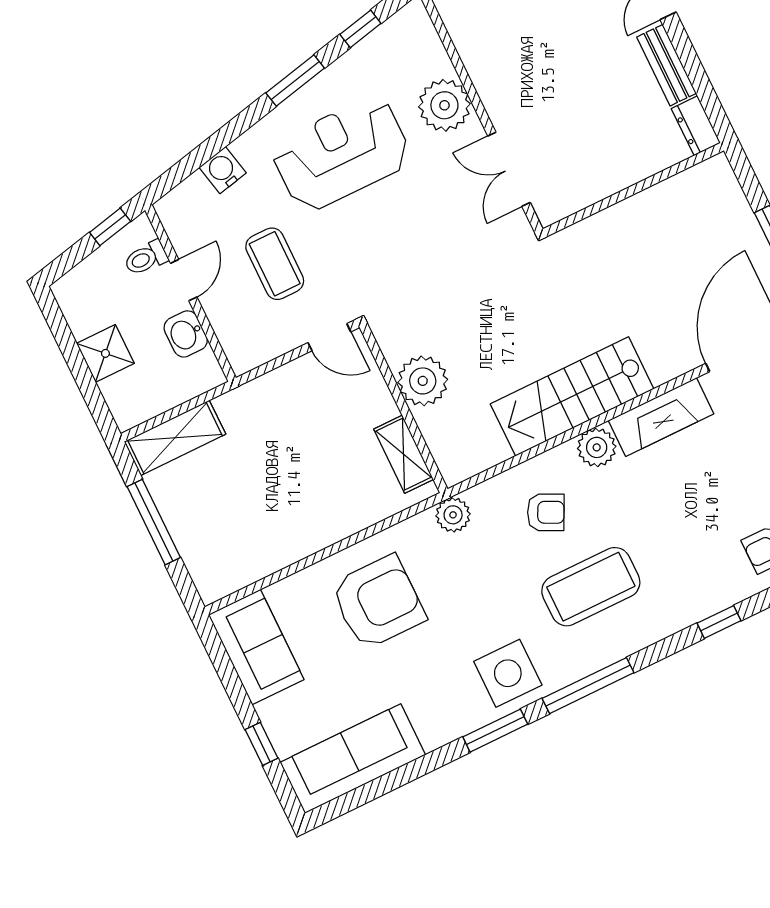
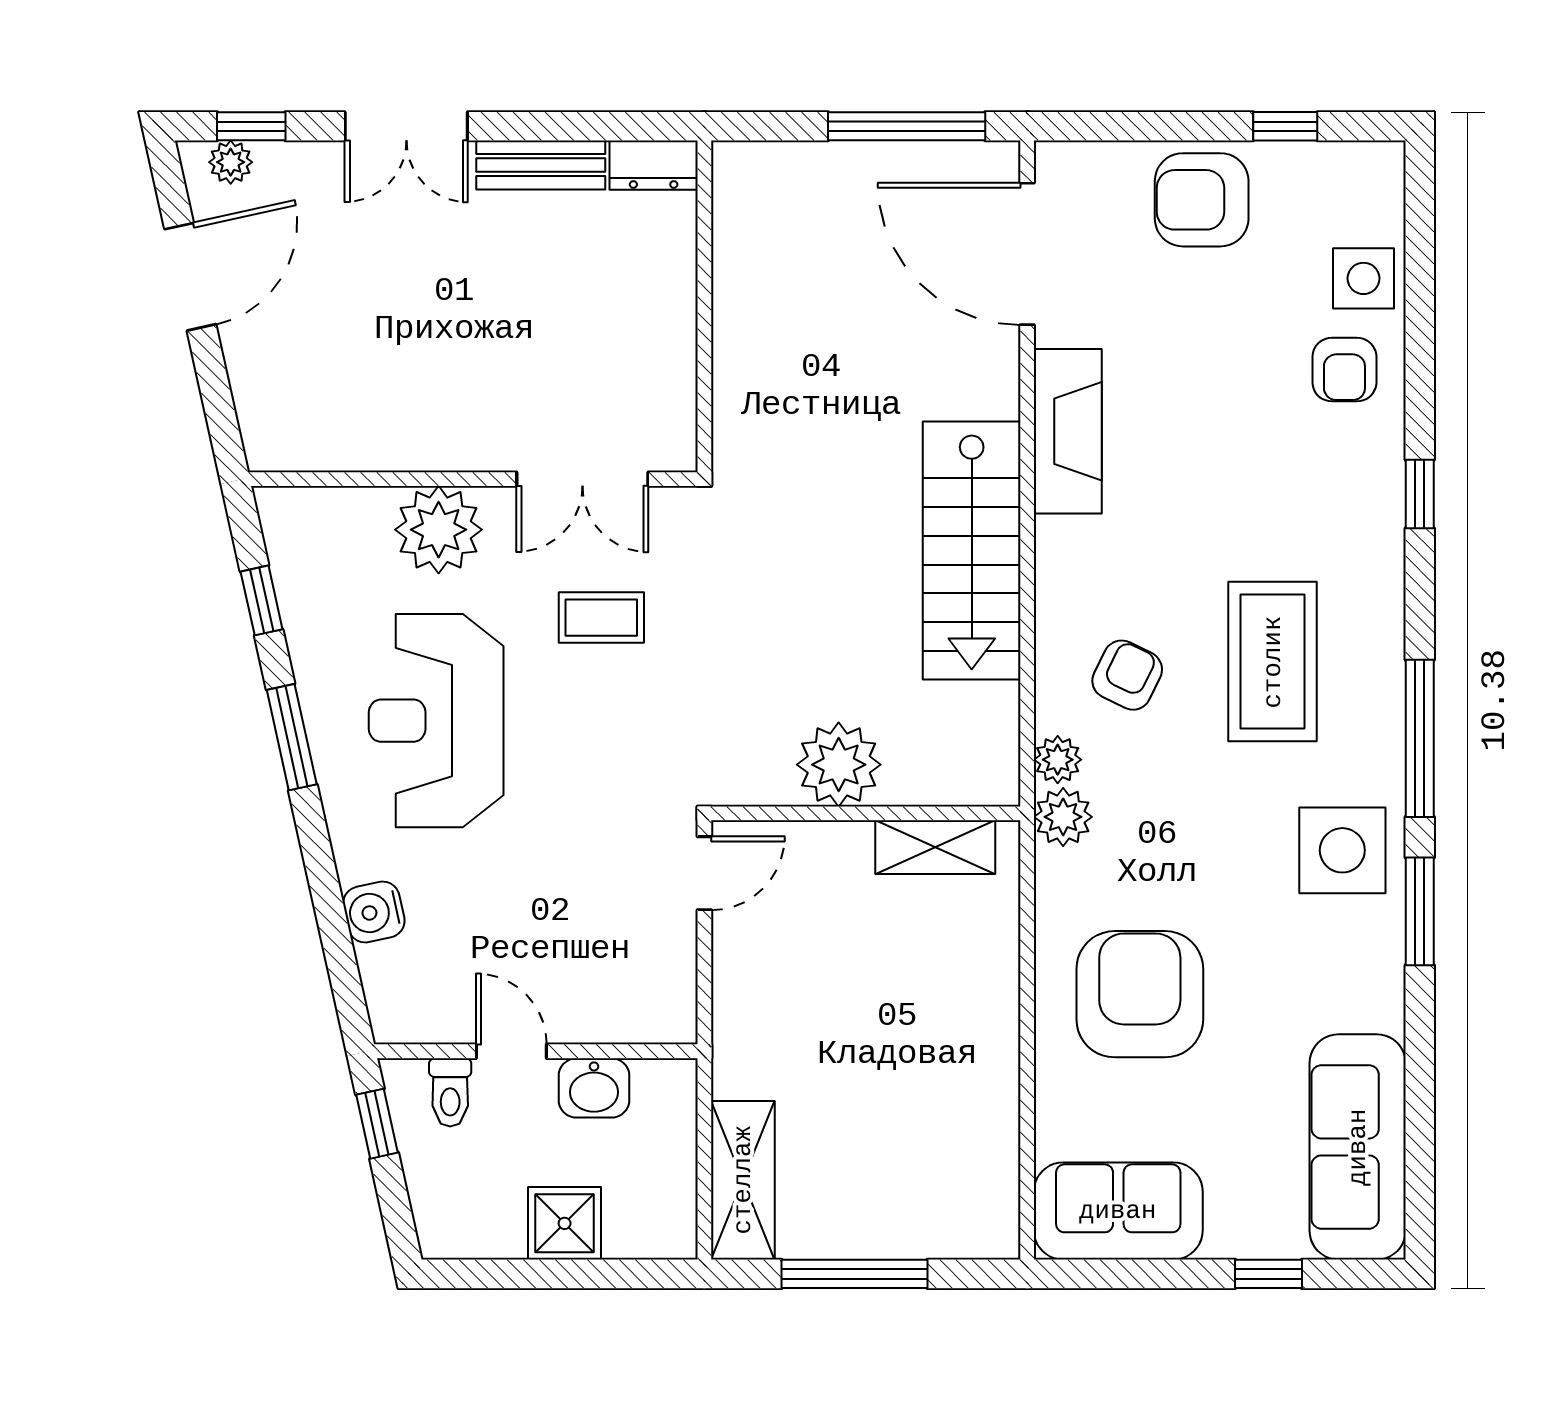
coffee table: (275, 264) -> (601, 618), moved, width x0.73, depth x0.77
plant: (597, 447) -> (1058, 760), moved, width x0.73, depth x0.73

